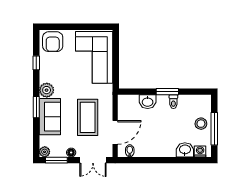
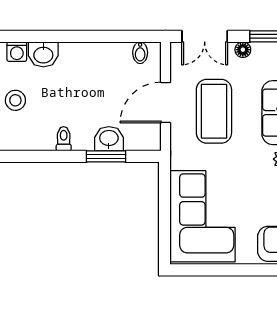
window: (167, 92) -> (106, 156), moved
door: (115, 132) -> (166, 103), moved
double door: (93, 160) -> (205, 36), swing flipped

